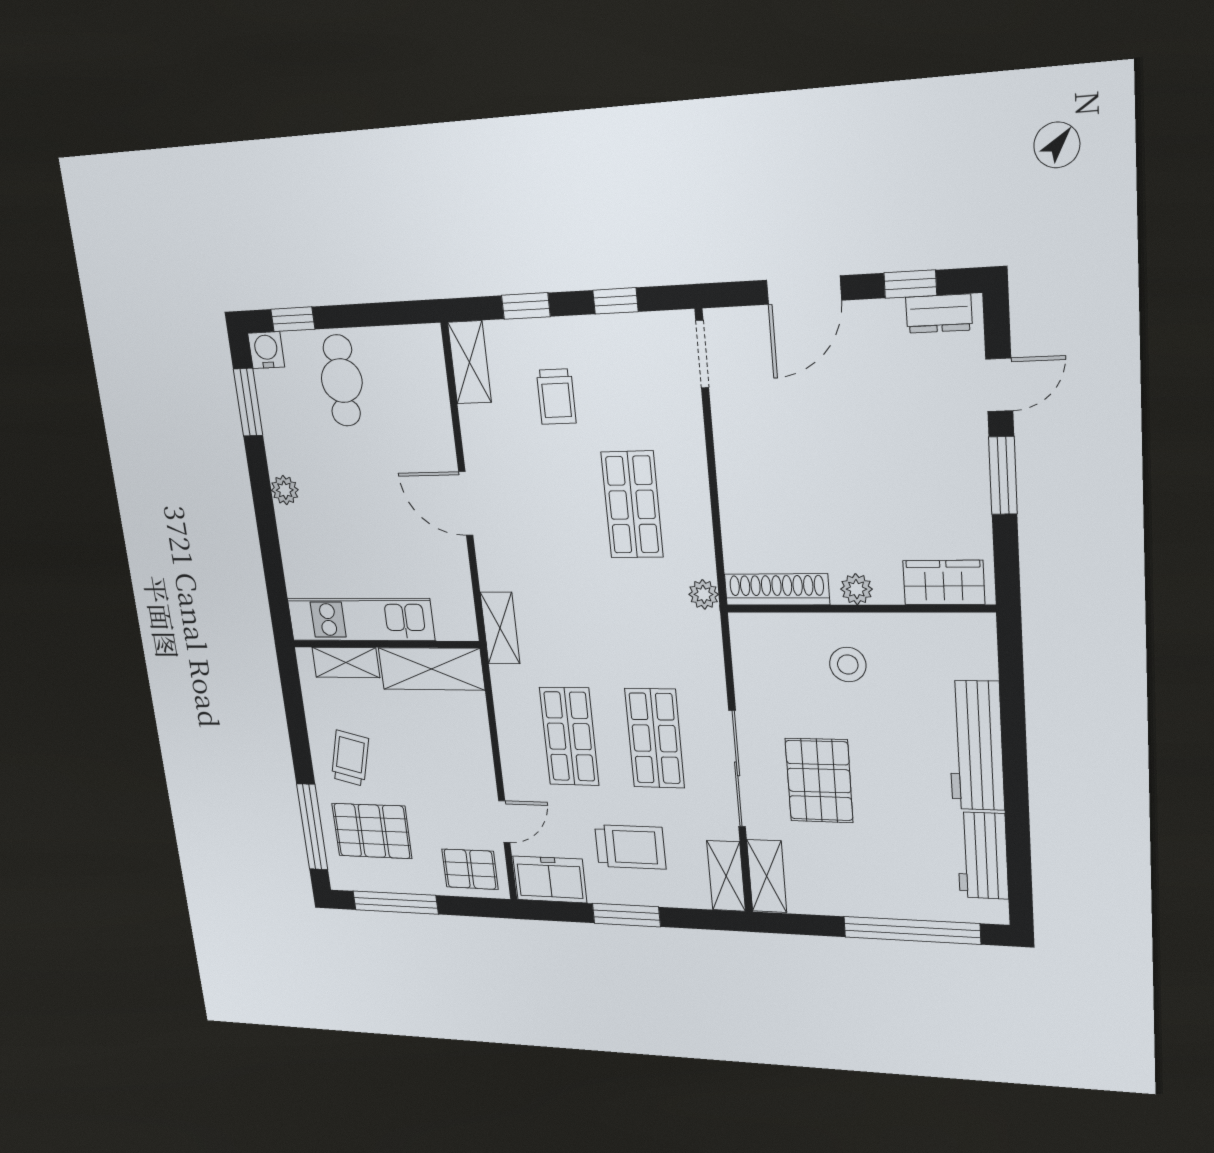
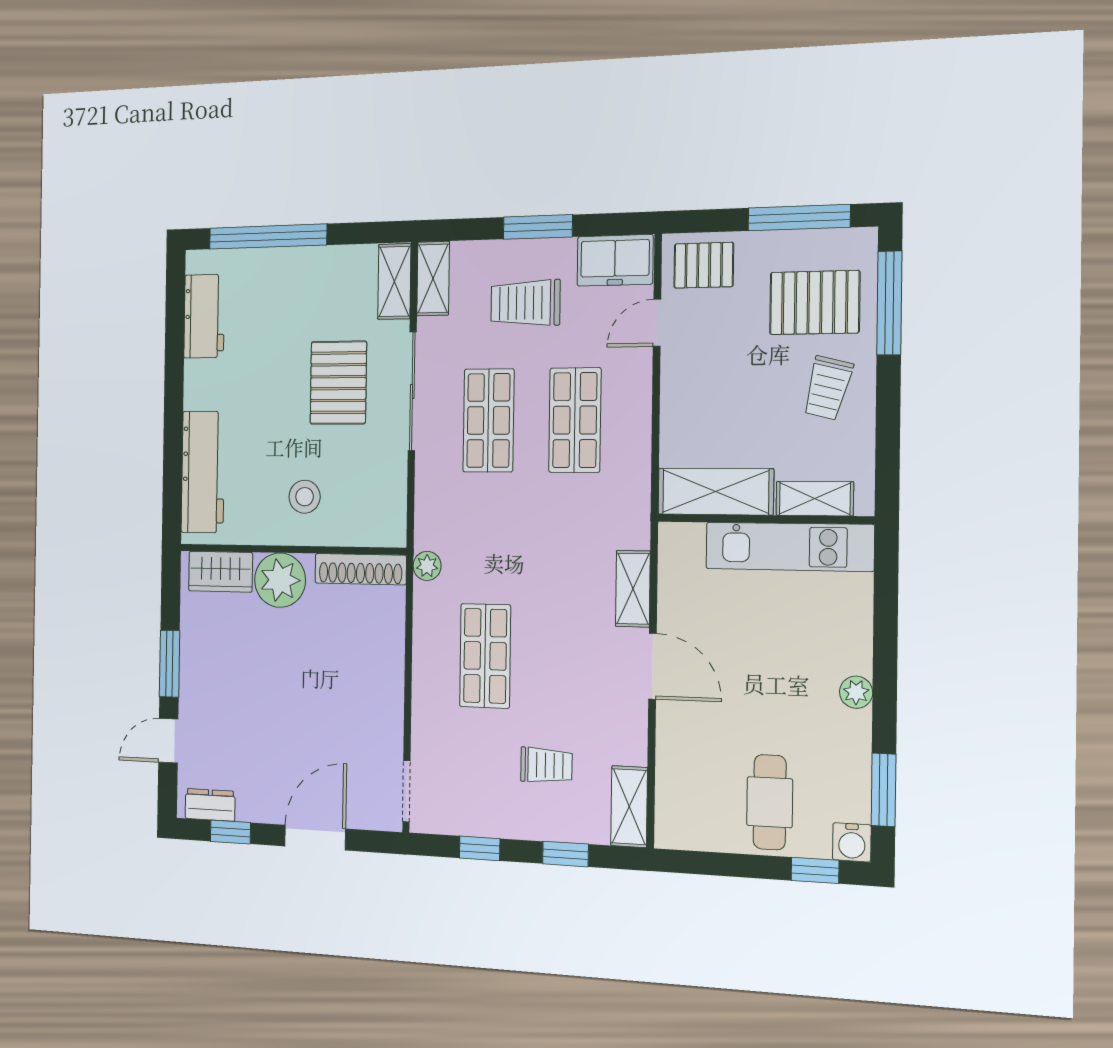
trolley: (556, 397) -> (546, 765), turned 90
plant: (856, 589) -> (280, 580), width x1.87, depth x1.87
shelving: (500, 628) -> (633, 589), moved
workbench: (976, 746) -> (203, 472), moved

